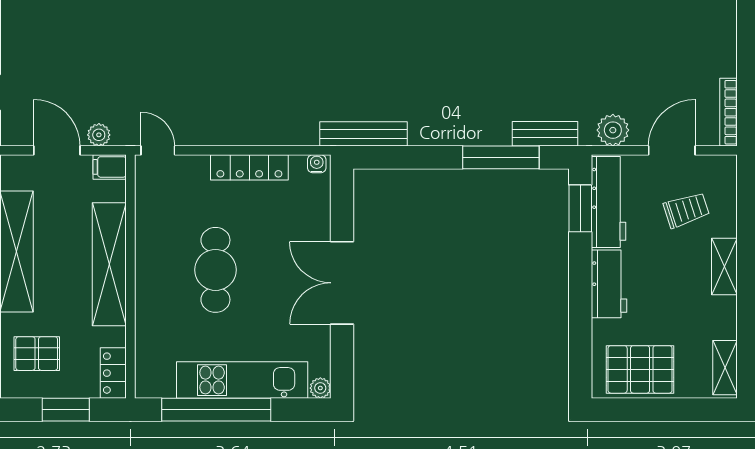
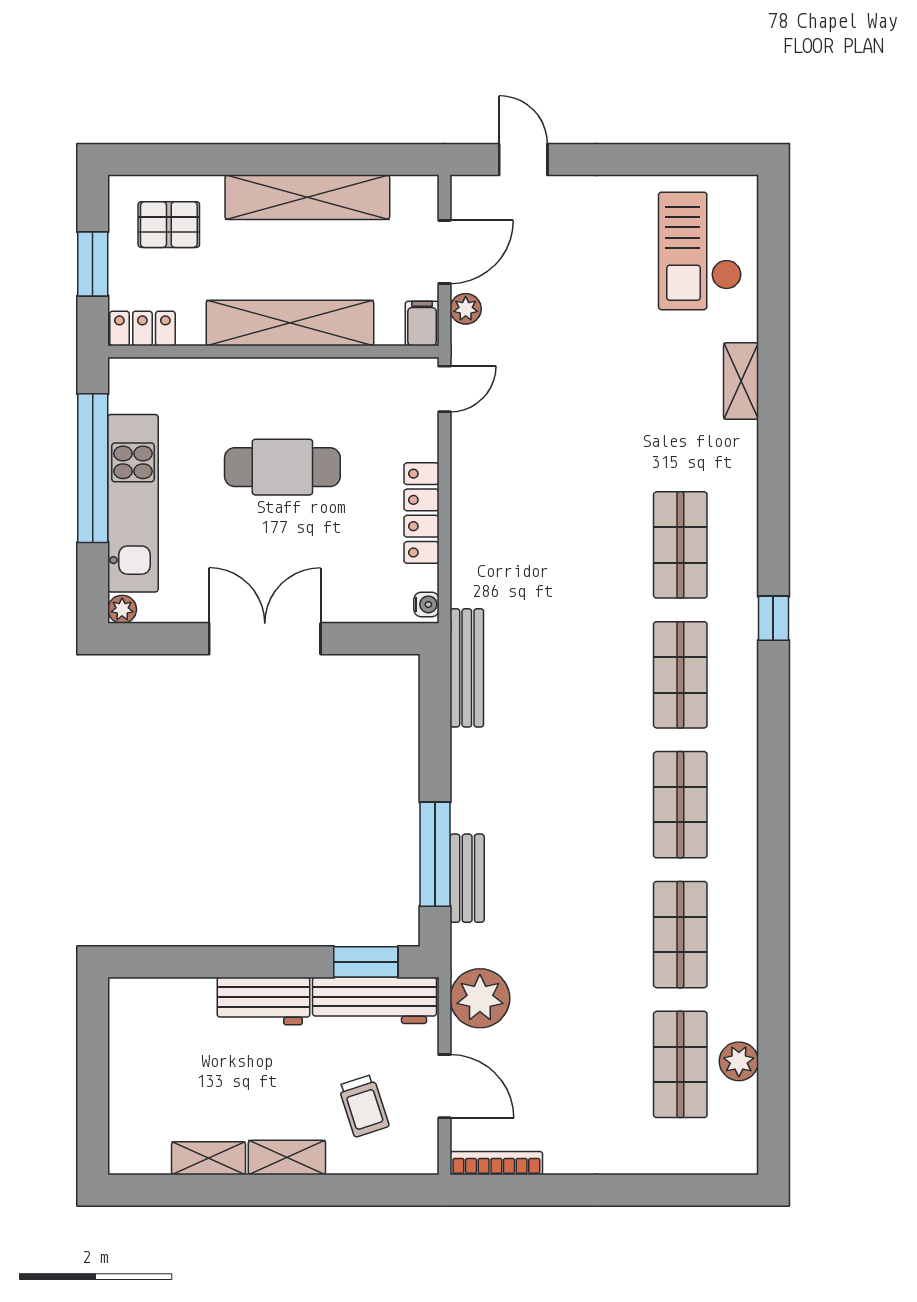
plant: (613, 130) -> (480, 998), width x1.36, depth x1.36
bench: (545, 134) -> (467, 878), moved
pallet: (37, 354) -> (169, 225), turned 90
shelving: (725, 368) -> (209, 1158), moved
pallet: (640, 369) -> (147, 1043), removed

